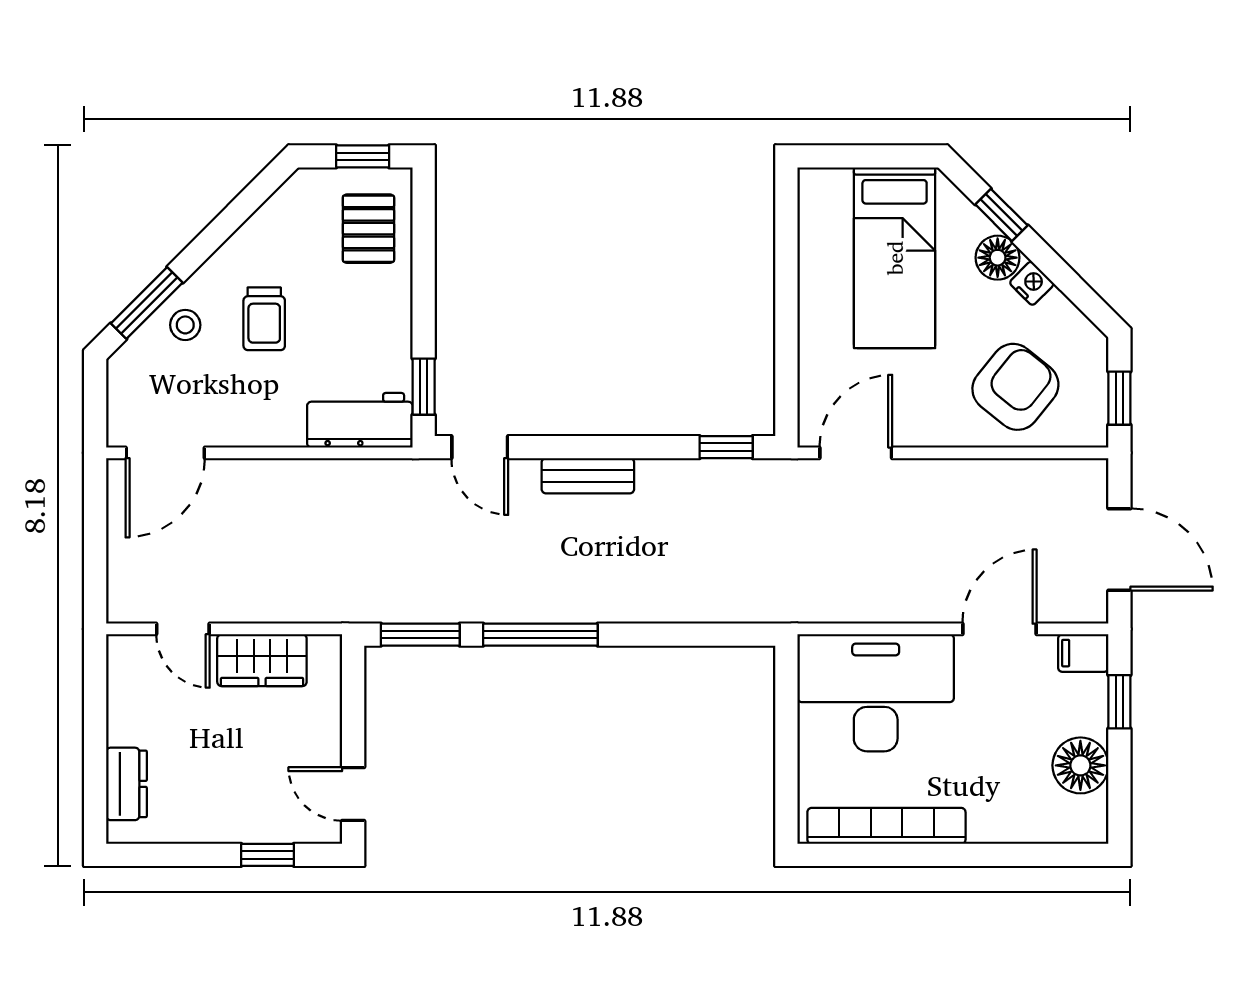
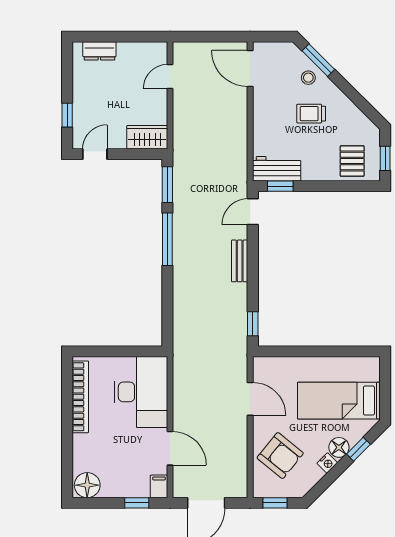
pallet: (368, 229) -> (352, 161), turned 90
workbench: (360, 420) -> (277, 169), moved, turned -90
door: (856, 453) -> (250, 399), moved
wardrobe: (262, 660) -> (147, 137), moved, turned 90
floor lamp: (1080, 765) -> (87, 485), moved

